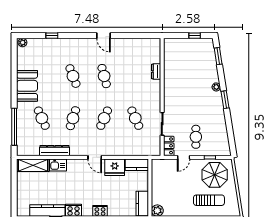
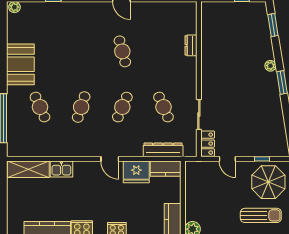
cafe table: (73, 76) -> (81, 51), removed
cafe table: (196, 137) -> (244, 132), removed
dresser: (54, 151) -> (163, 150), moved
door: (184, 157) -> (227, 159), hinge flipped

